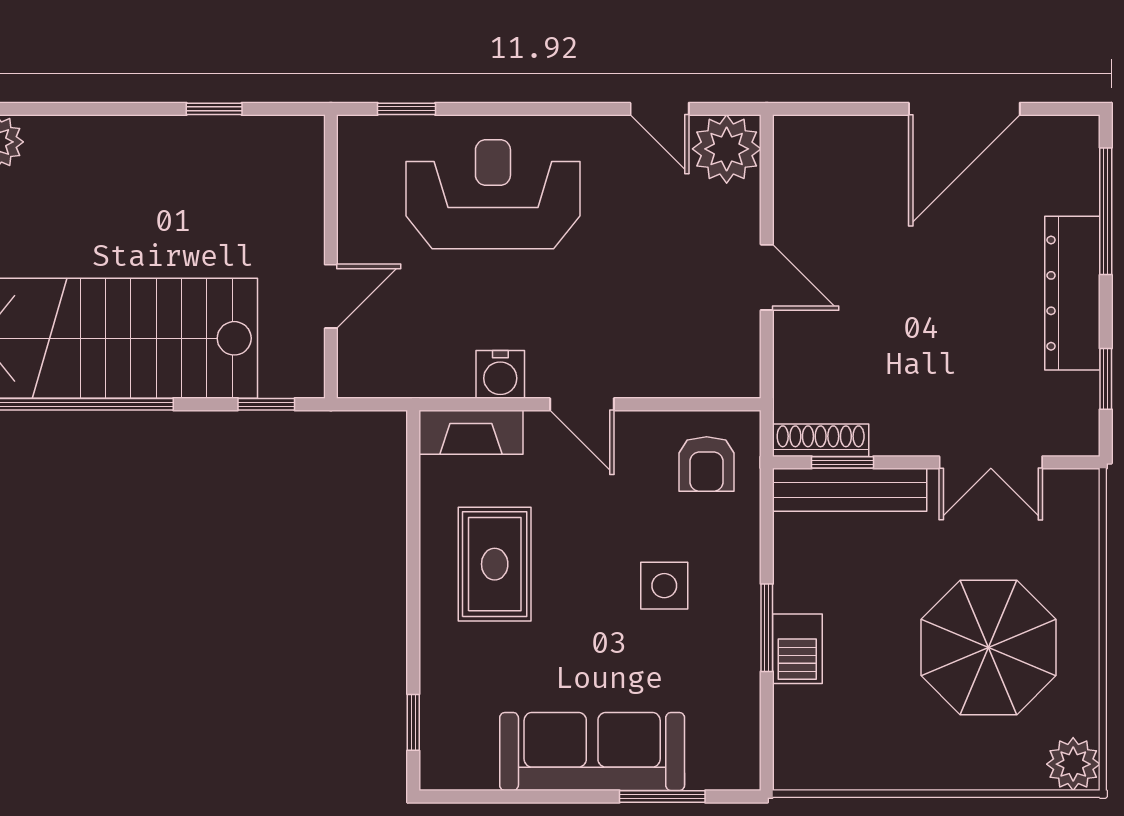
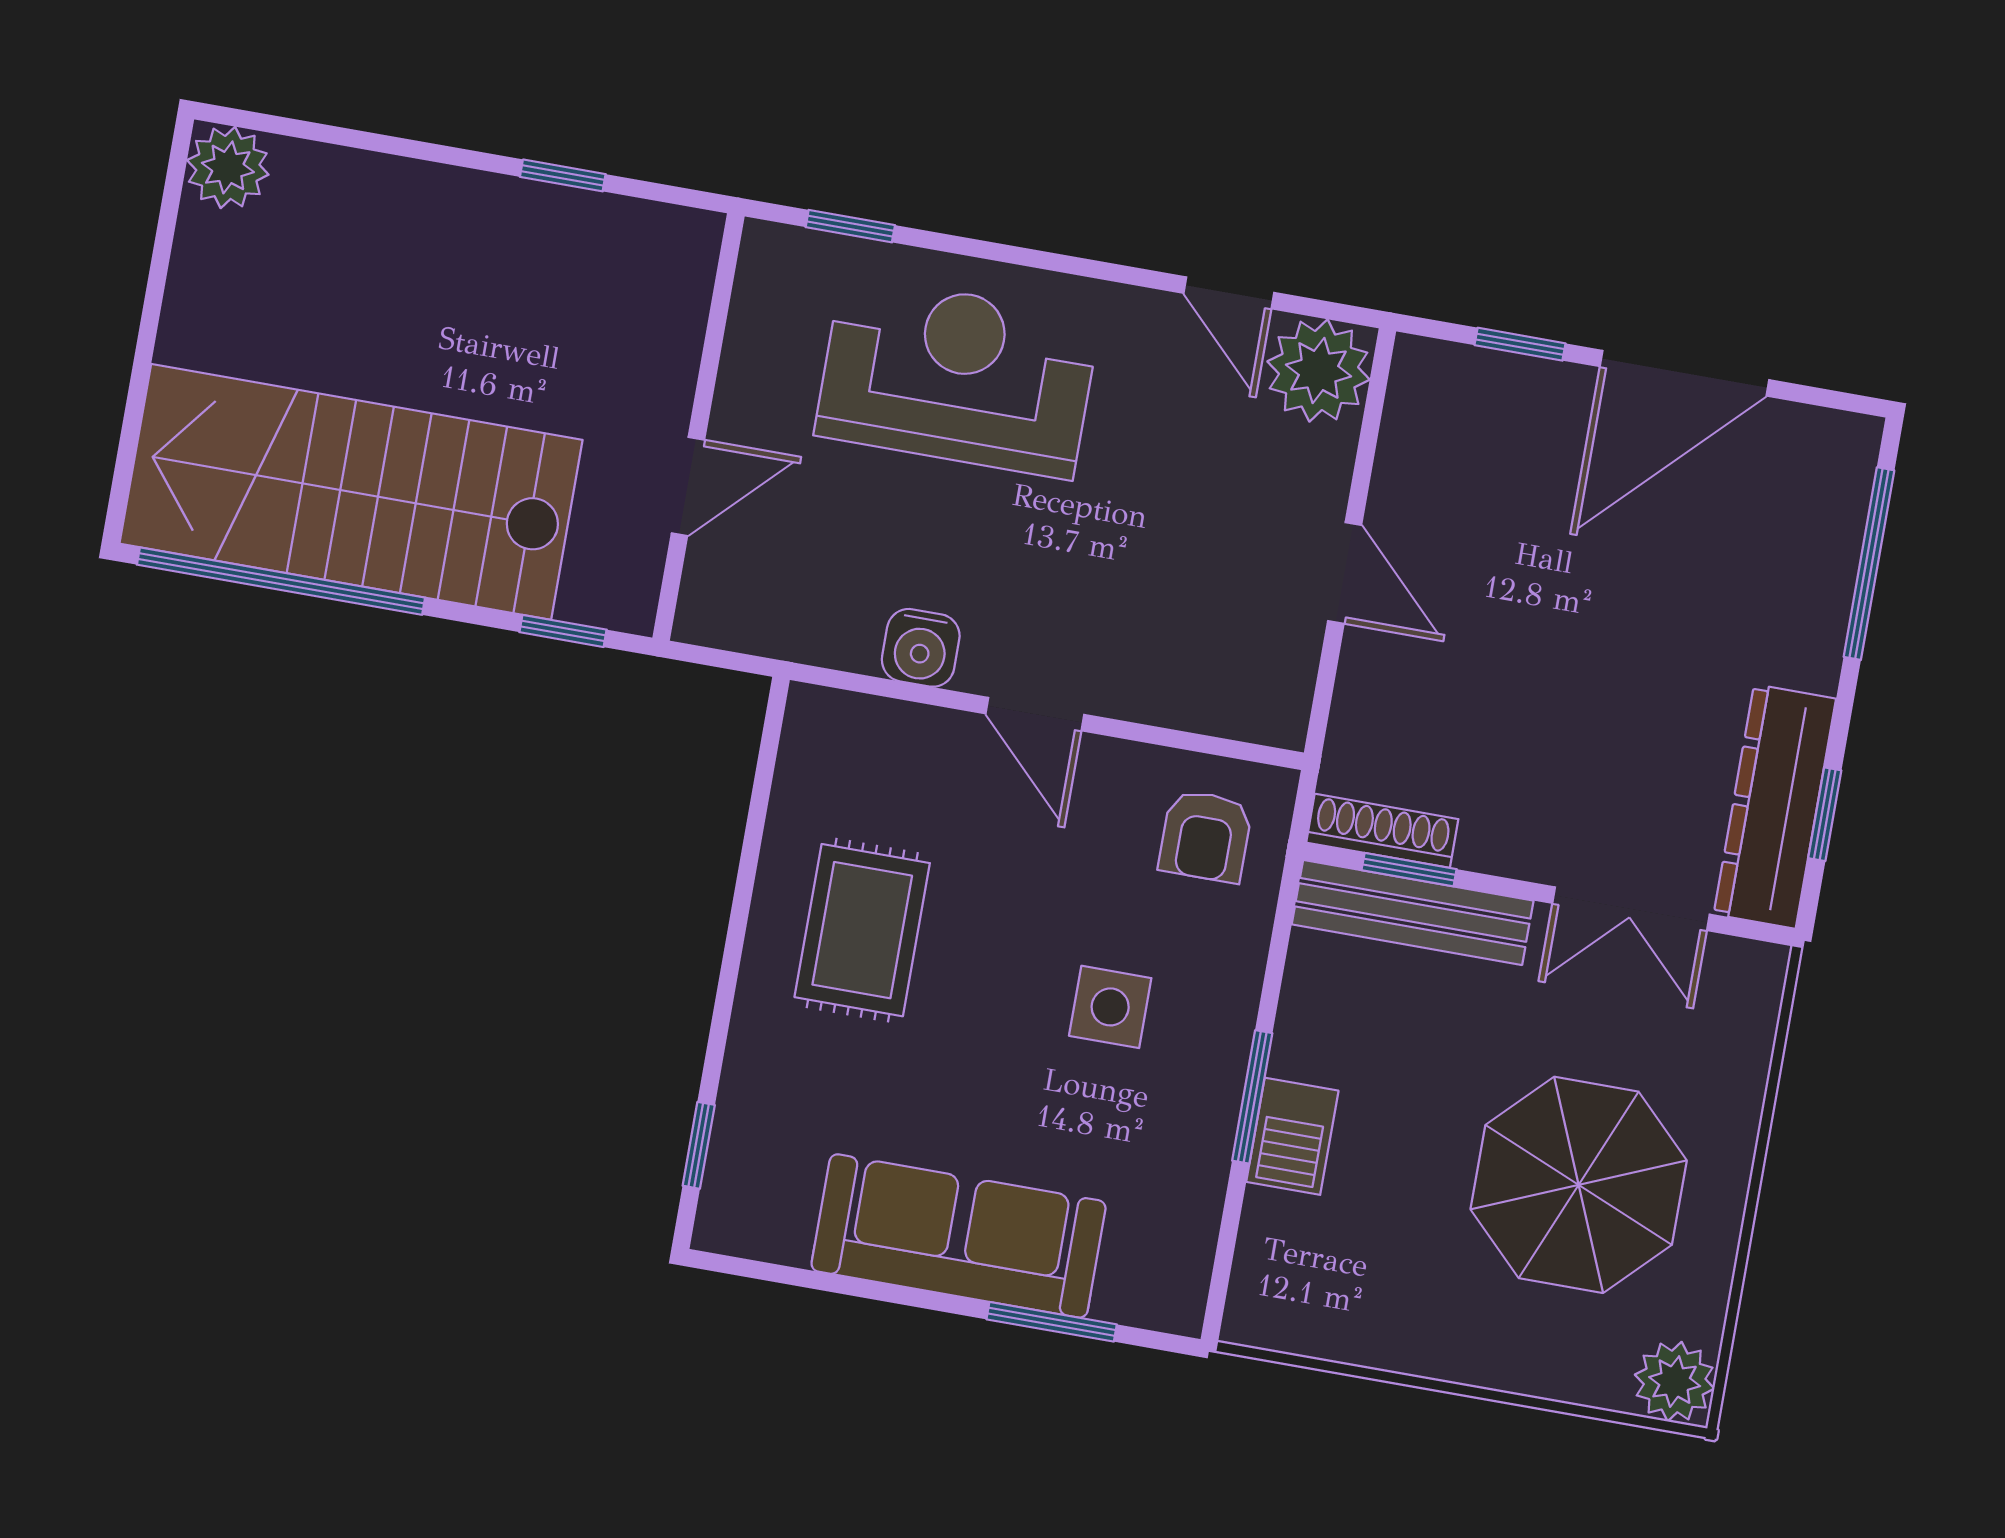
window: (854, 109) -> (1520, 344), added
dresser: (1072, 293) -> (1775, 806), moved
fireplace: (471, 432) -> (862, 727), removed

